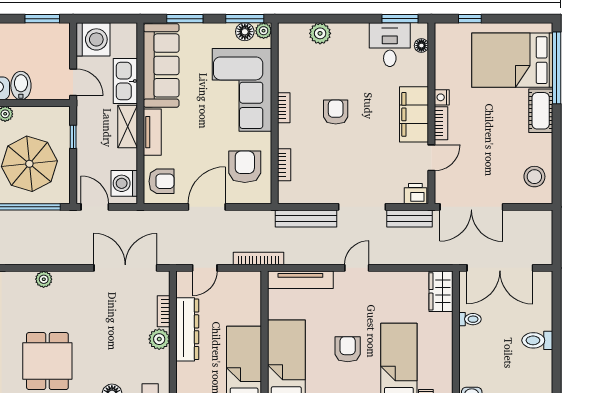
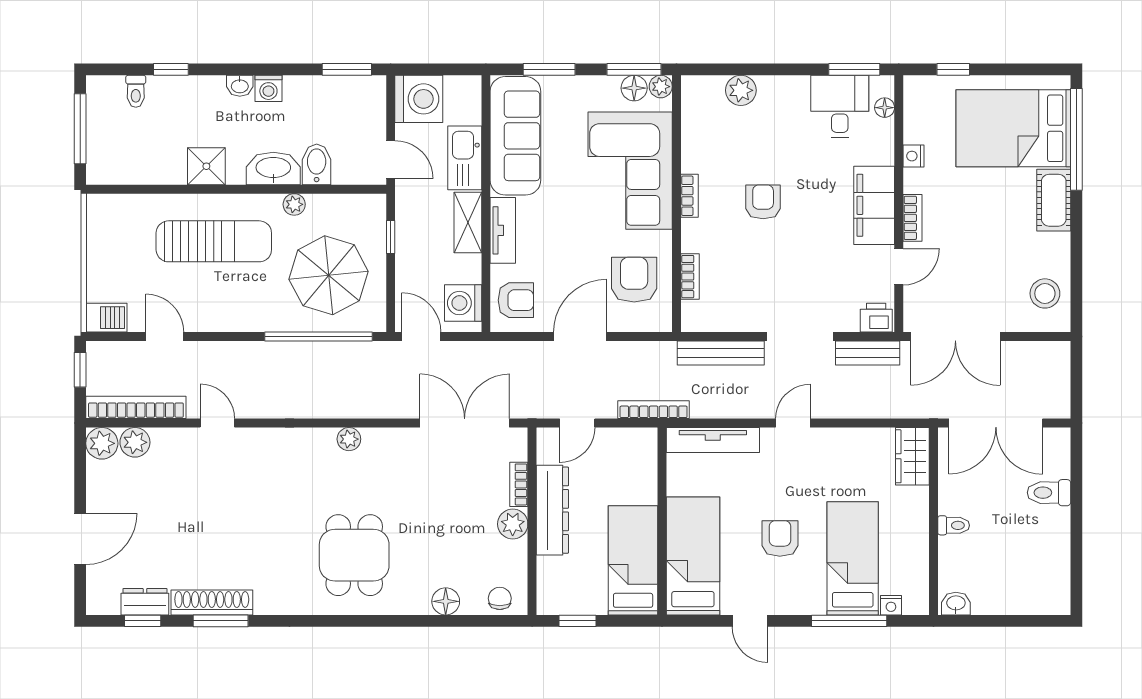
nightstand: (442, 97) -> (914, 156), moved
toilet: (470, 319) -> (954, 525), moved
toilet: (537, 340) -> (1049, 493), moved

